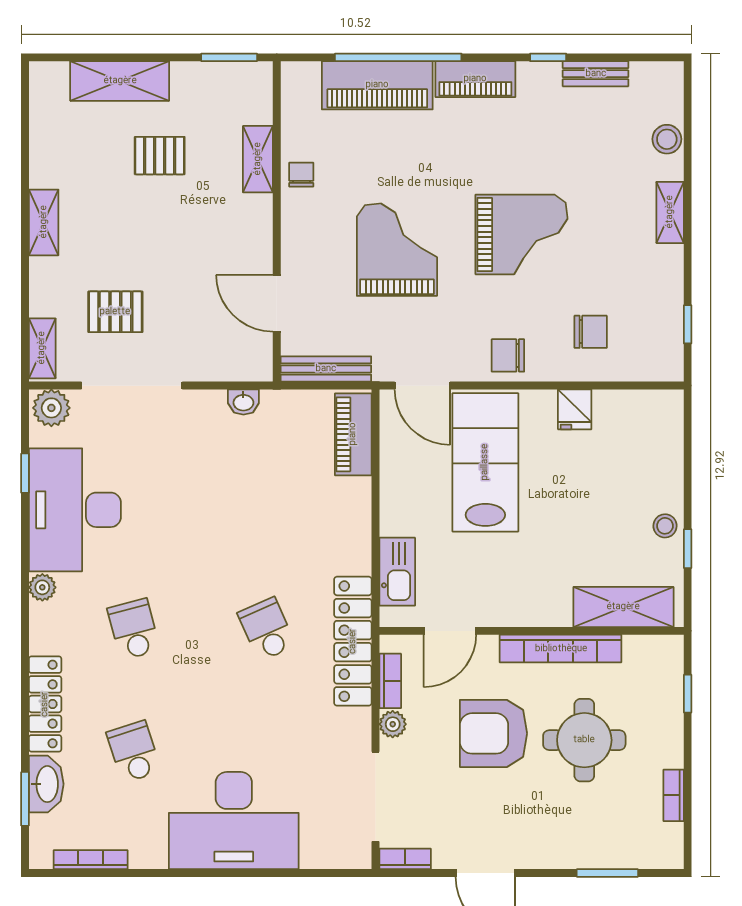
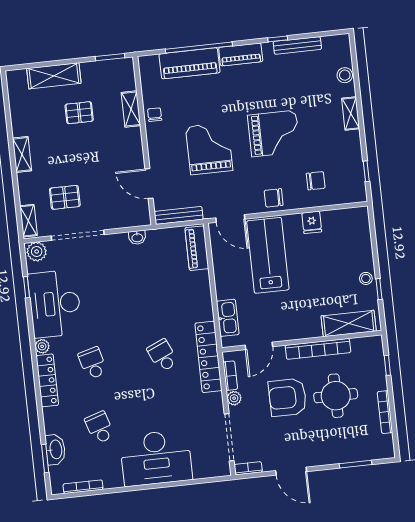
bench: (596, 74) -> (297, 45), width x1.36
locker: (45, 704) -> (47, 380), moved
bookcase: (674, 795) -> (385, 412), width x1.56

